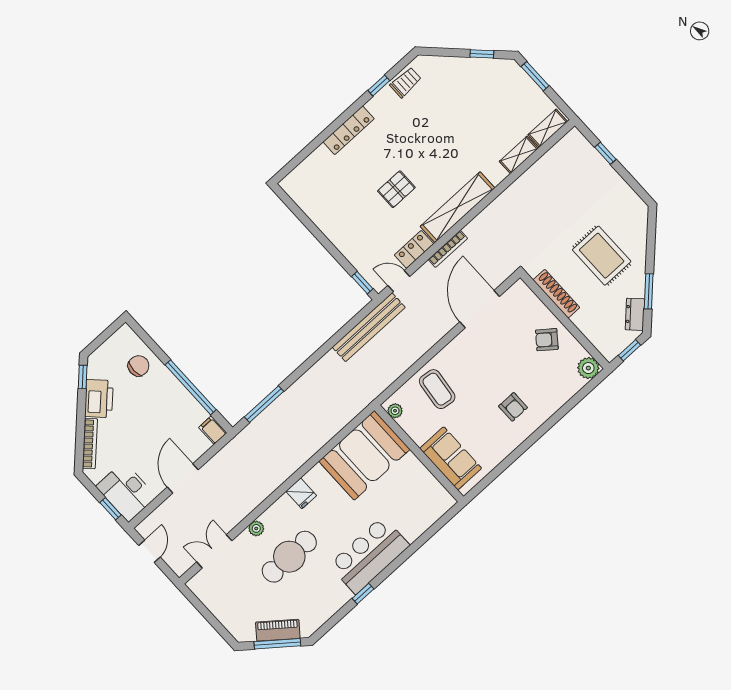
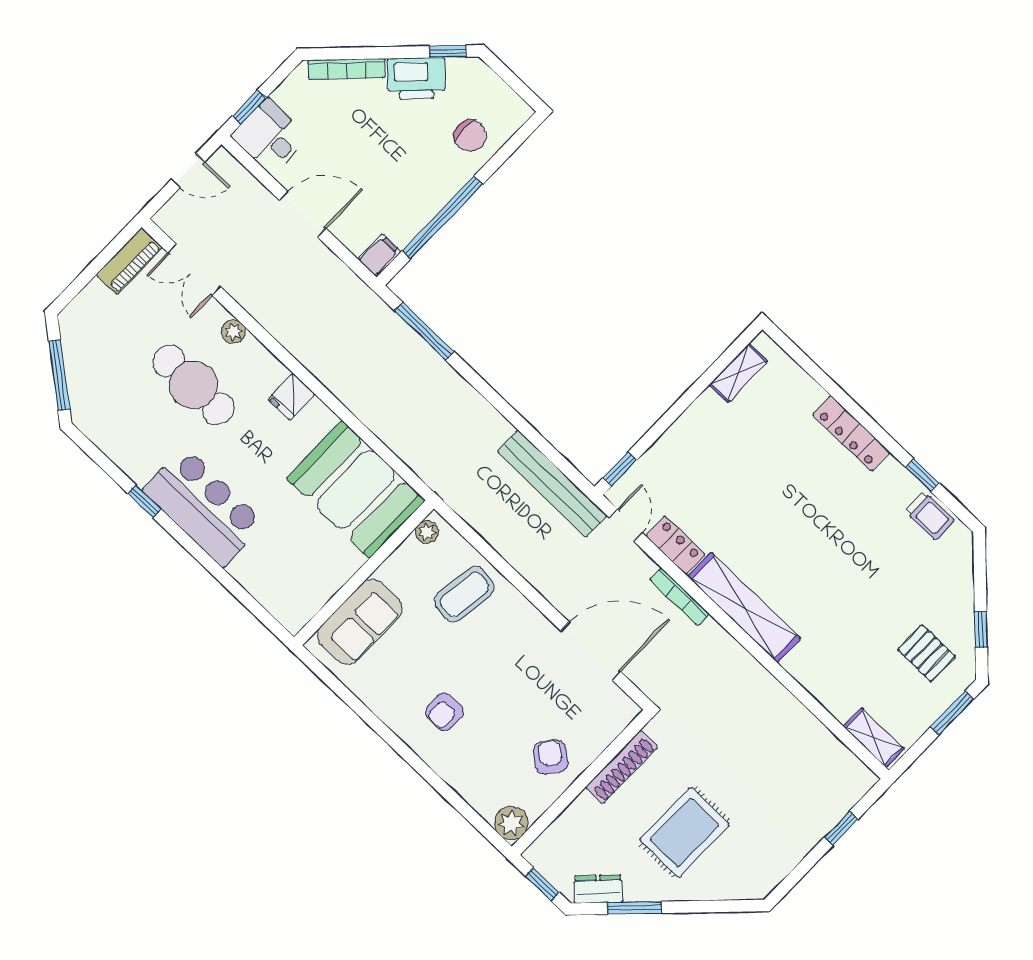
shelving: (519, 155) -> (738, 373), moved, turned 90
pallet: (396, 189) -> (926, 653), moved
desk: (126, 492) -> (270, 137), width x0.73
double door: (214, 551) -> (194, 270), swing flipped
piano: (278, 630) -> (129, 261), moved, turned 51

